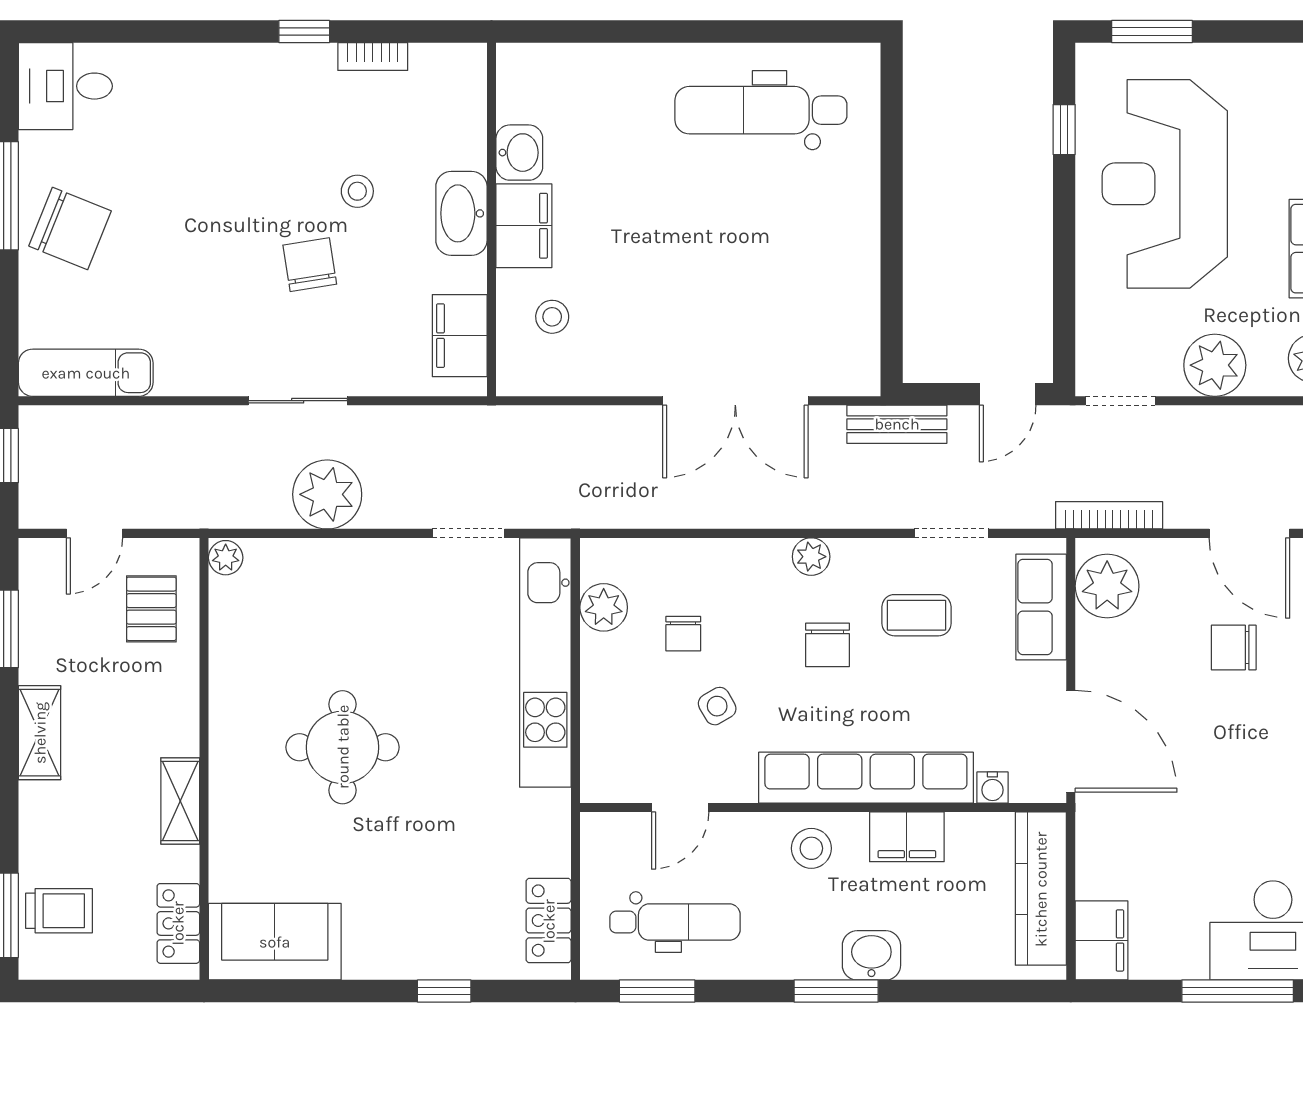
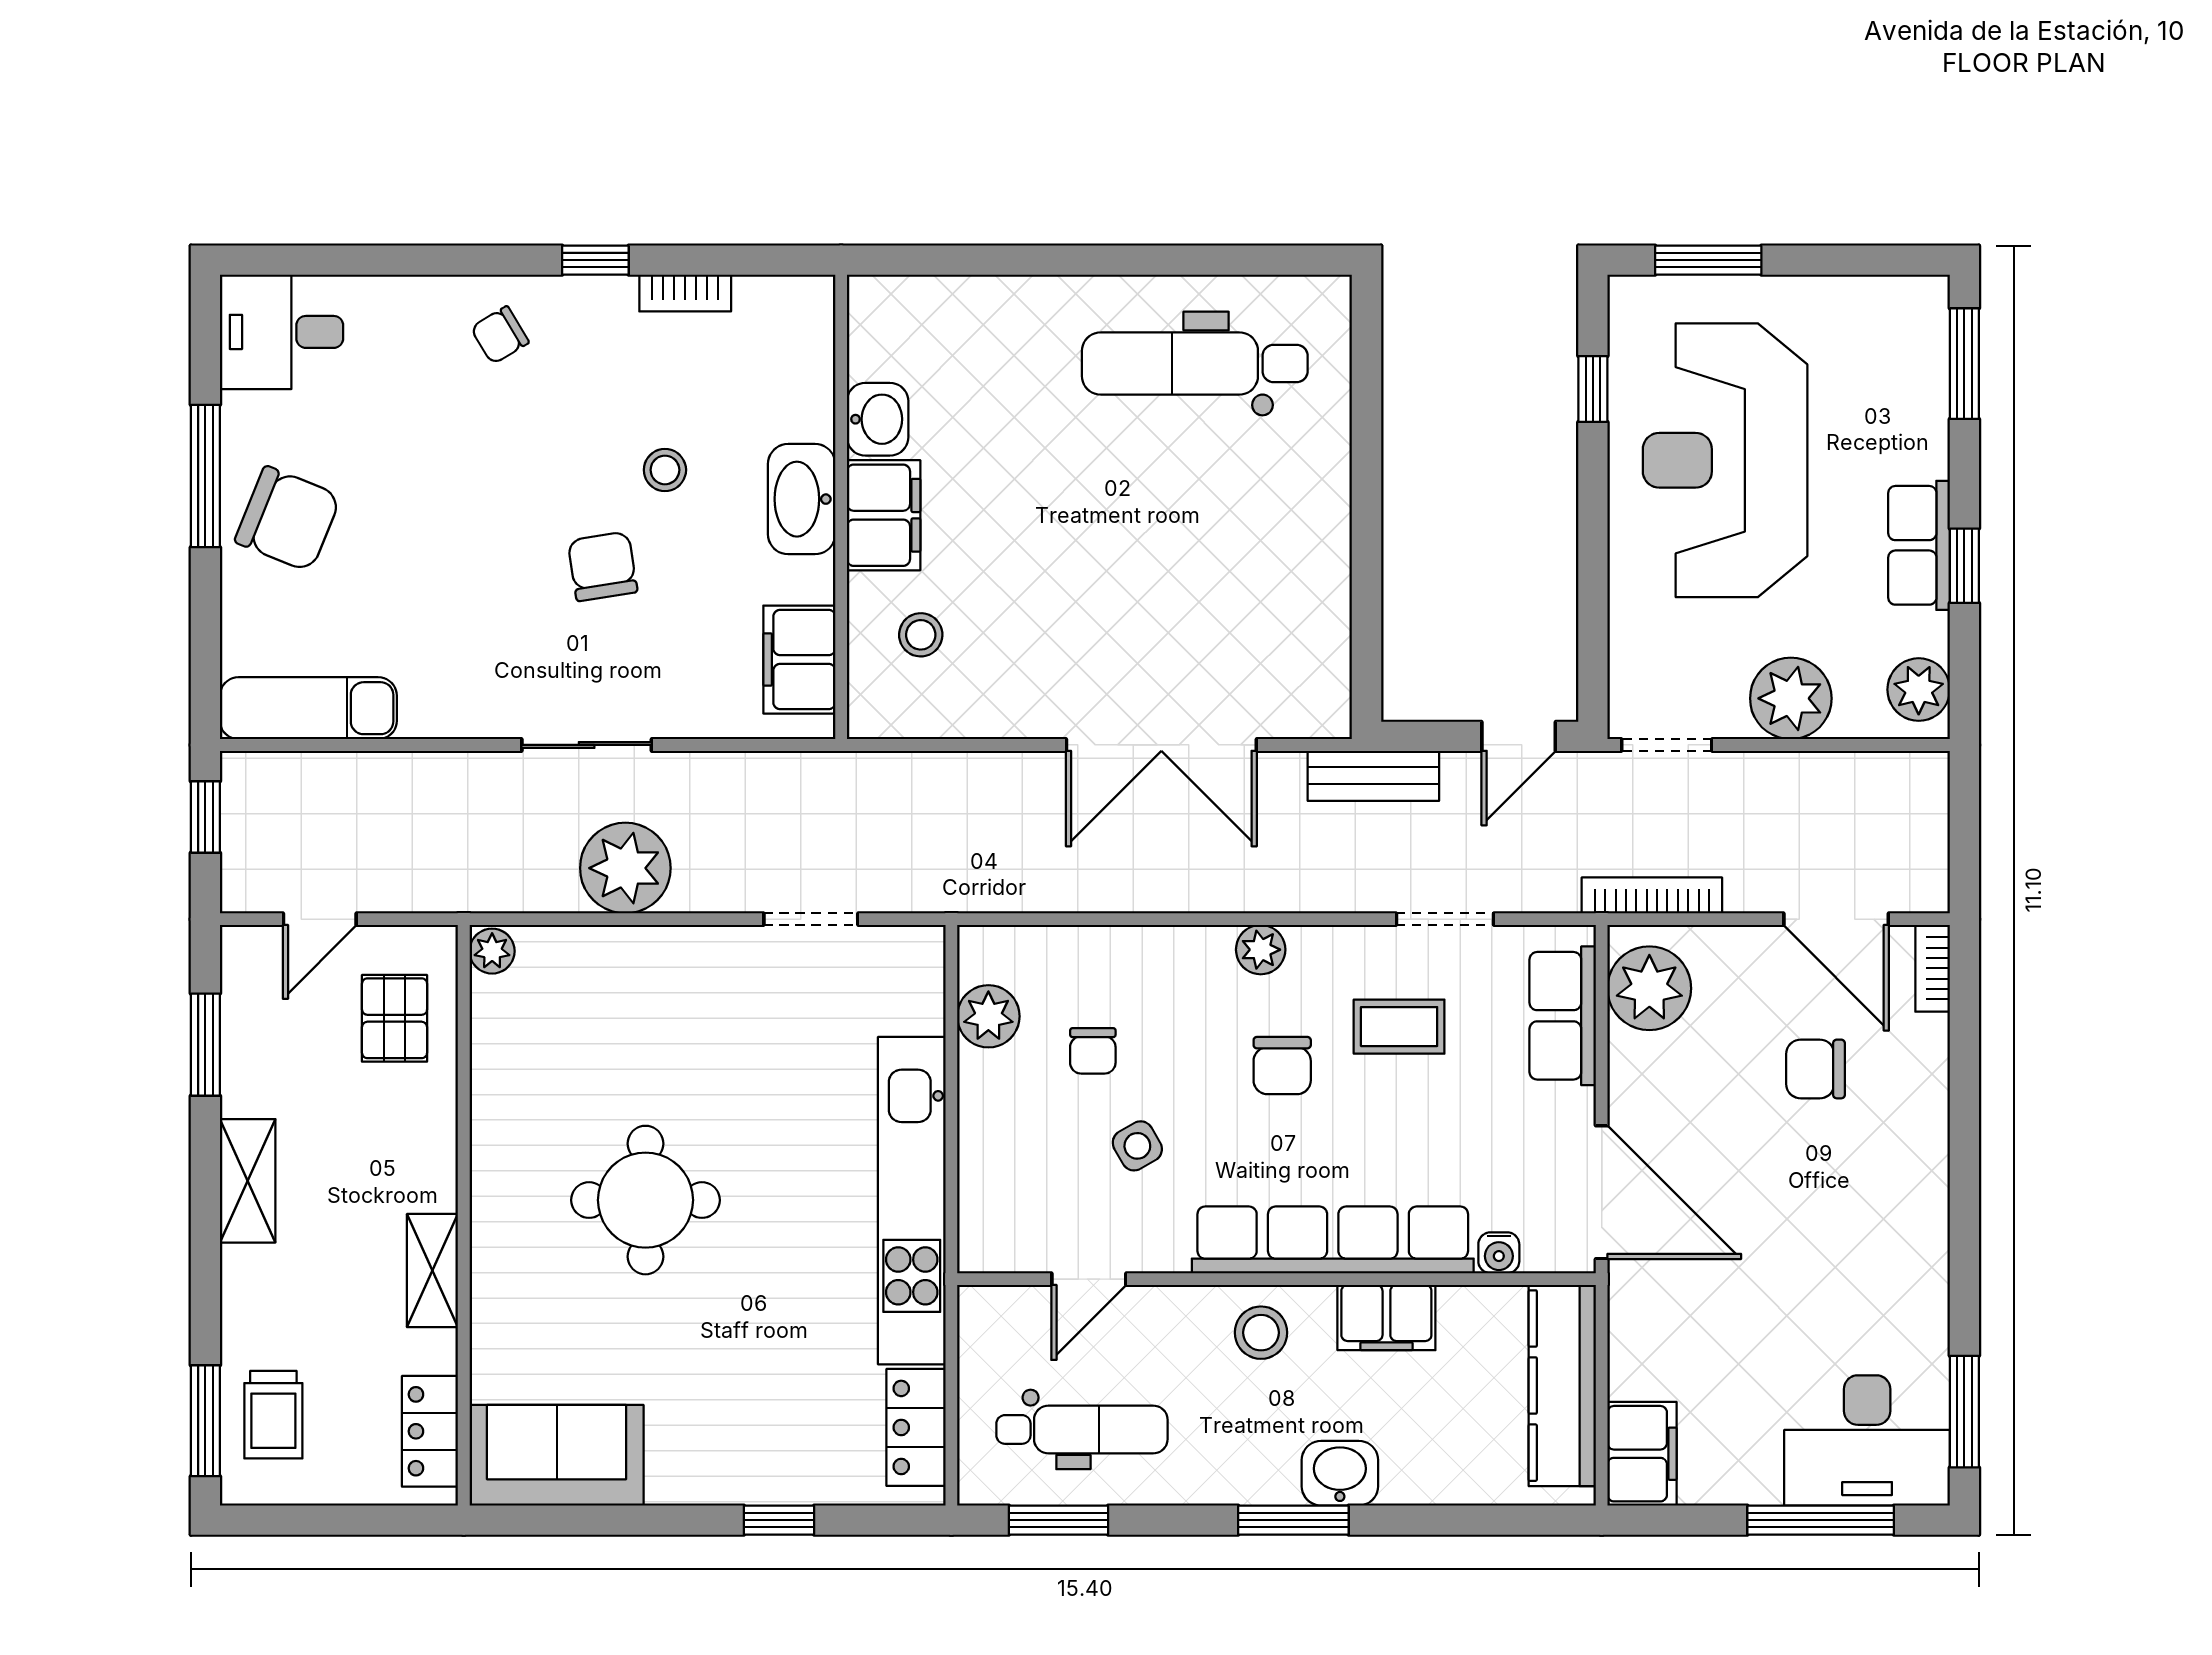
chair: (232, 88) -> (500, 335), added
kitchen unit: (545, 662) -> (912, 1201), moved
trolley: (59, 911) -> (273, 1415), turned 90

